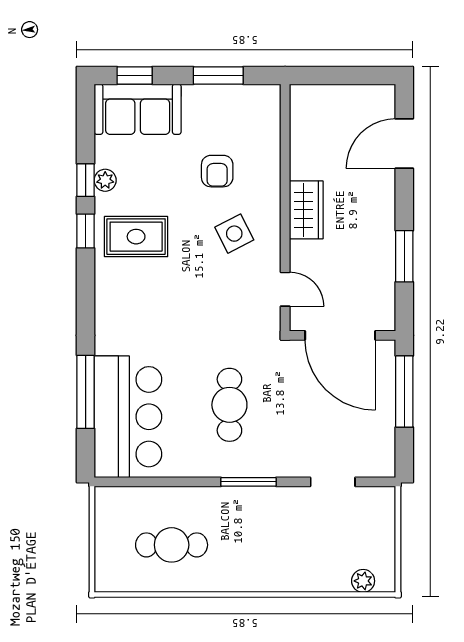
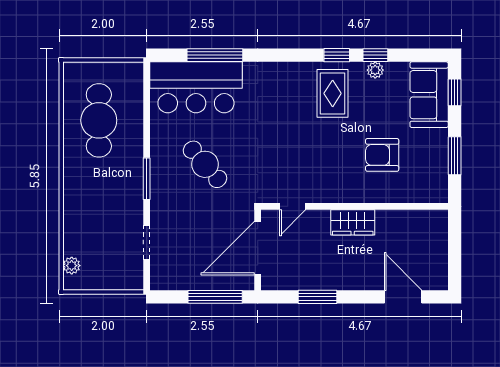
armchair: (217, 171) -> (382, 155), width x1.38, depth x1.38
side table: (234, 234) -> (335, 168), removed
cafe table: (229, 405) -> (205, 164), turned 49
cafe table: (172, 545) -> (99, 120), width x1.37, depth x1.35

